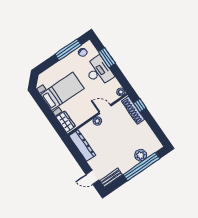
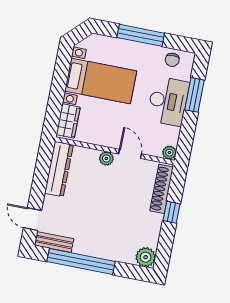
window: (68, 50) -> (141, 35), moved
window: (140, 105) -> (172, 212), moved
plant: (141, 155) -> (146, 257), moved
window: (142, 167) -> (81, 261), moved

